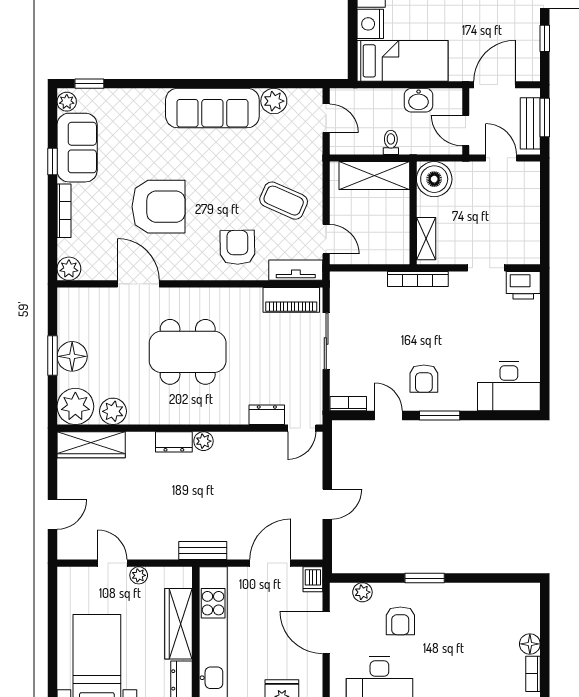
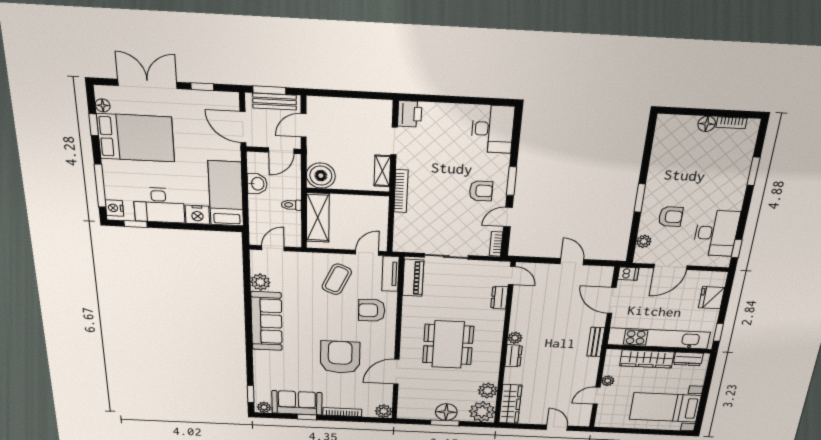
shelving: (426, 239) -> (382, 171), moved, turned 90

